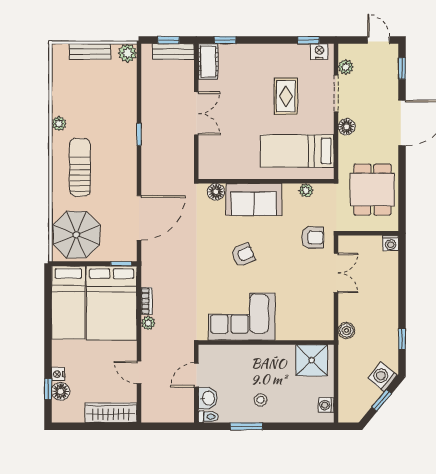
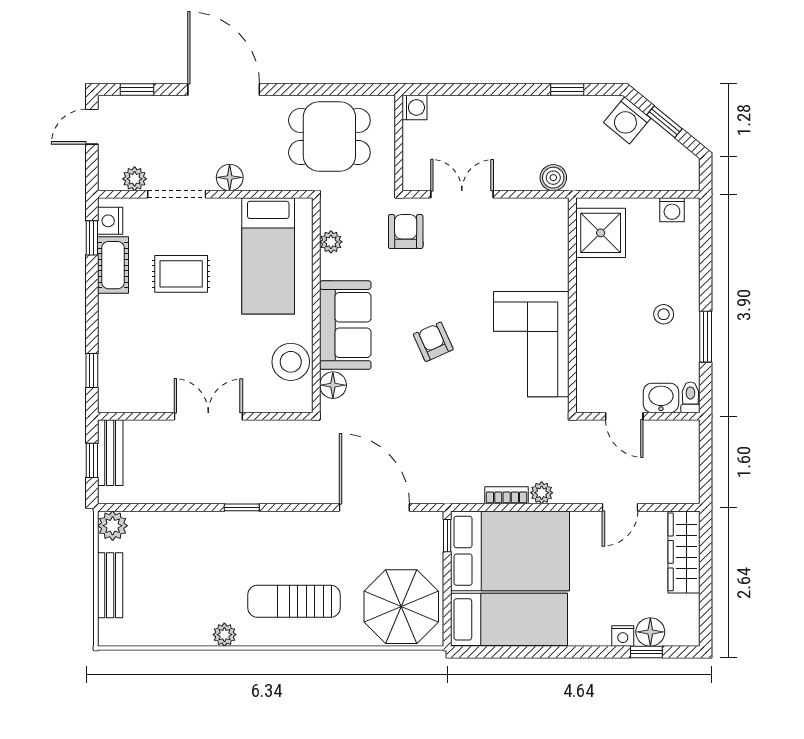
cot: (208, 62) -> (113, 265), moved, turned 90
stool: (231, 165) -> (291, 362), added

